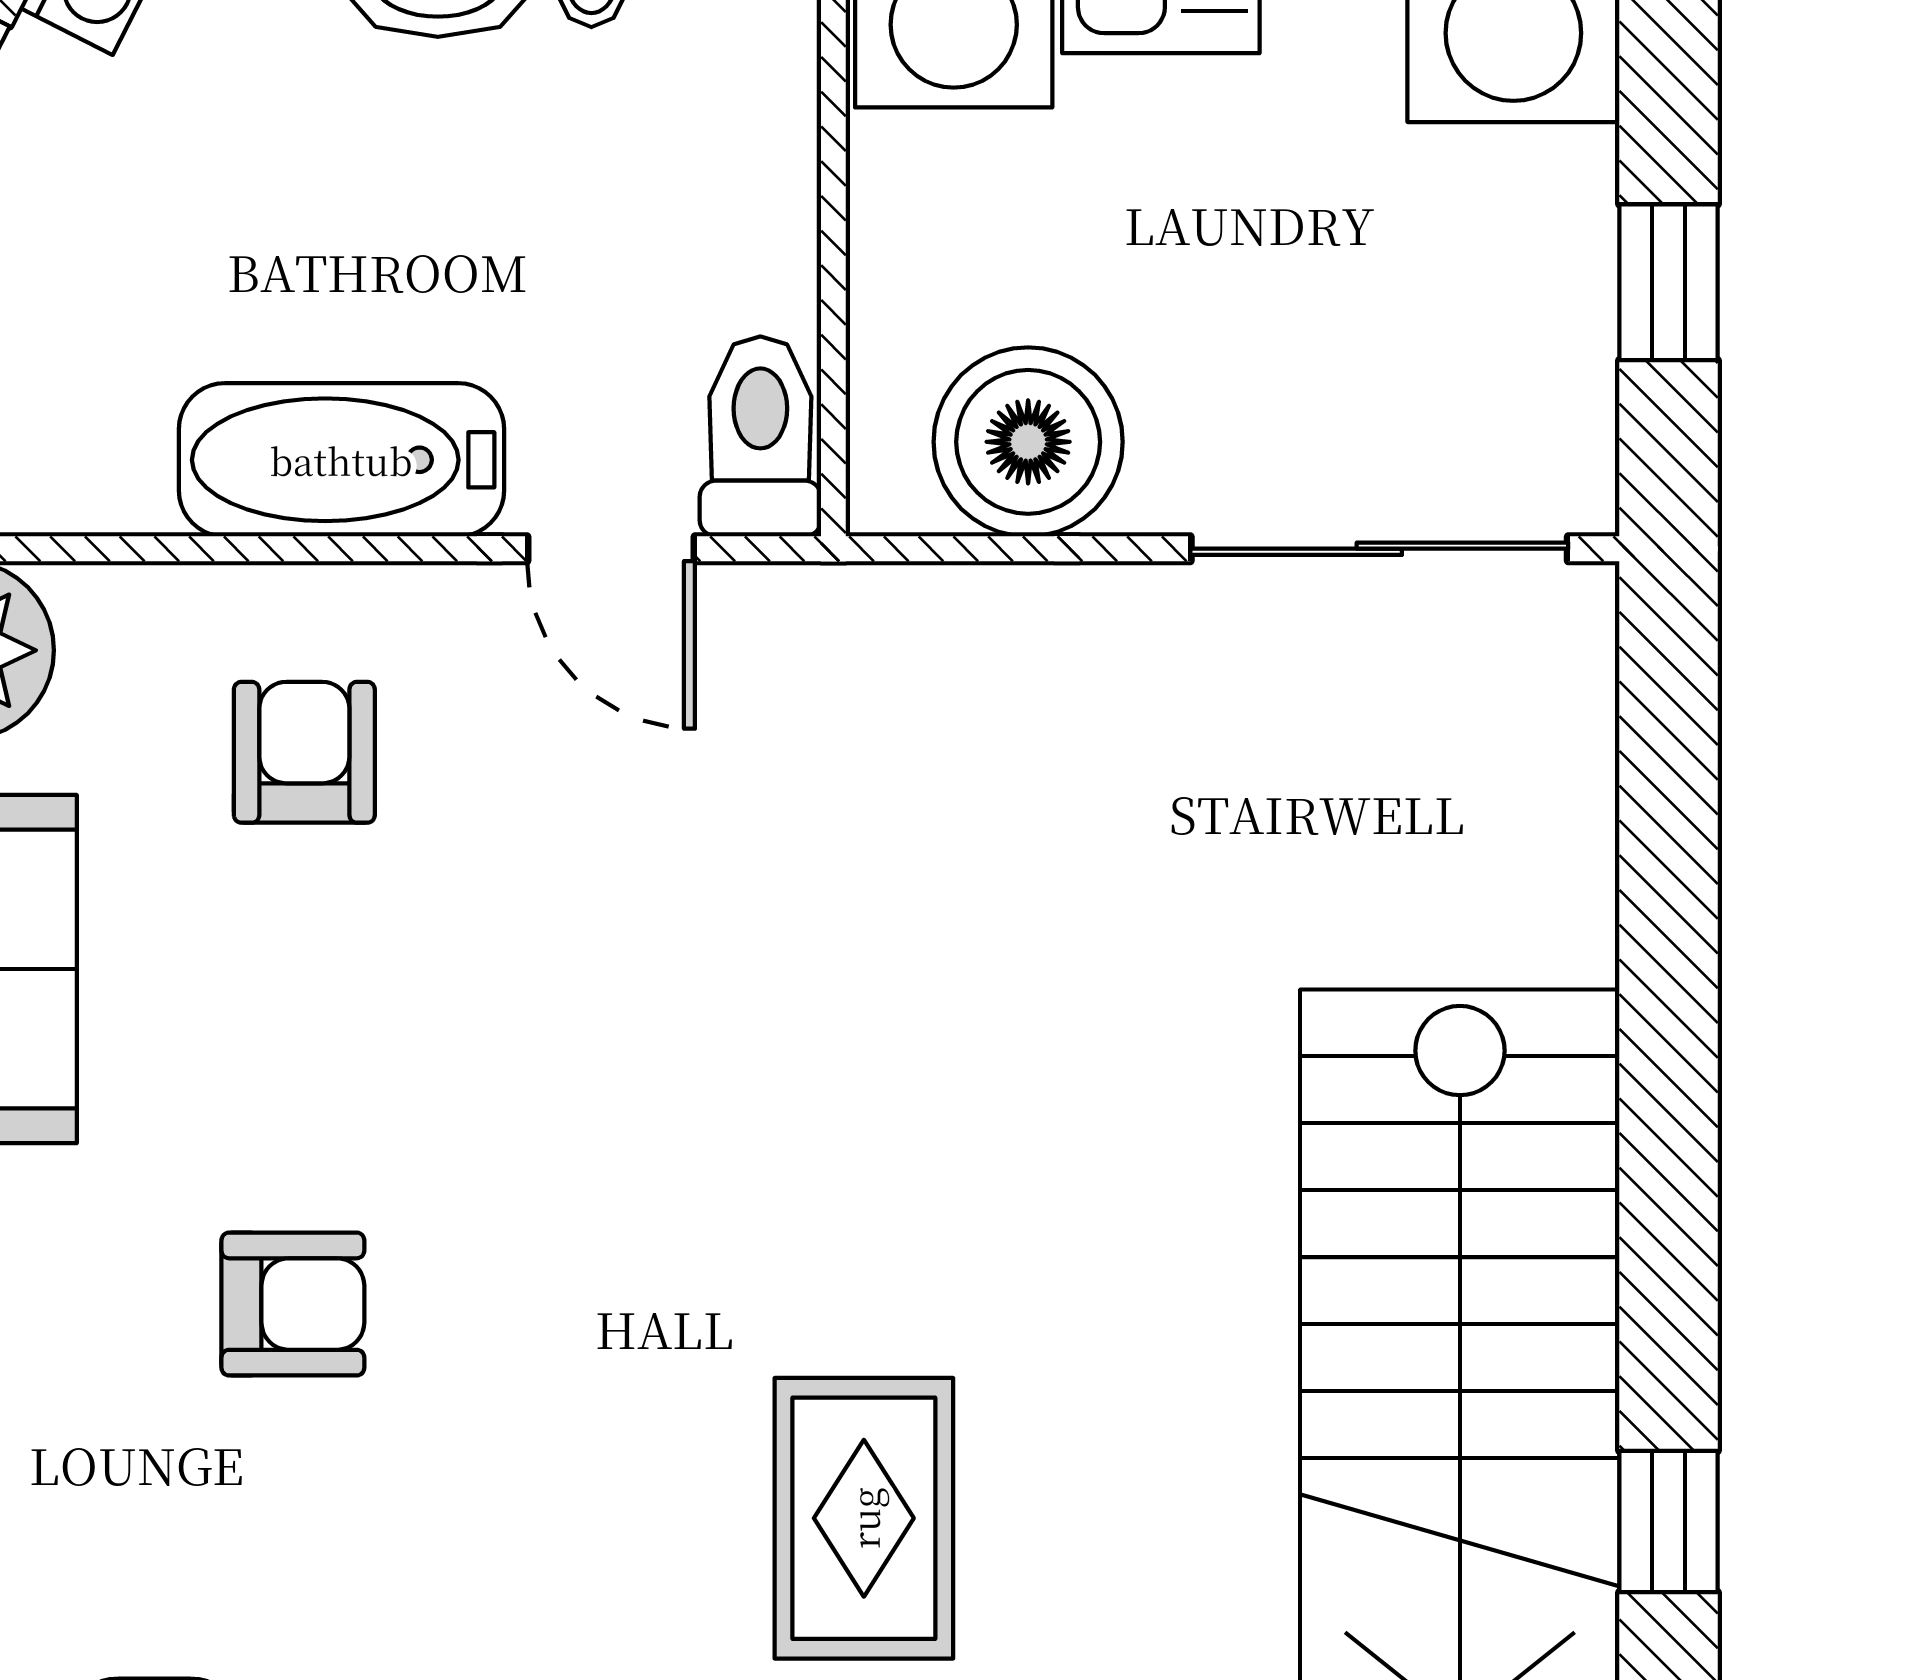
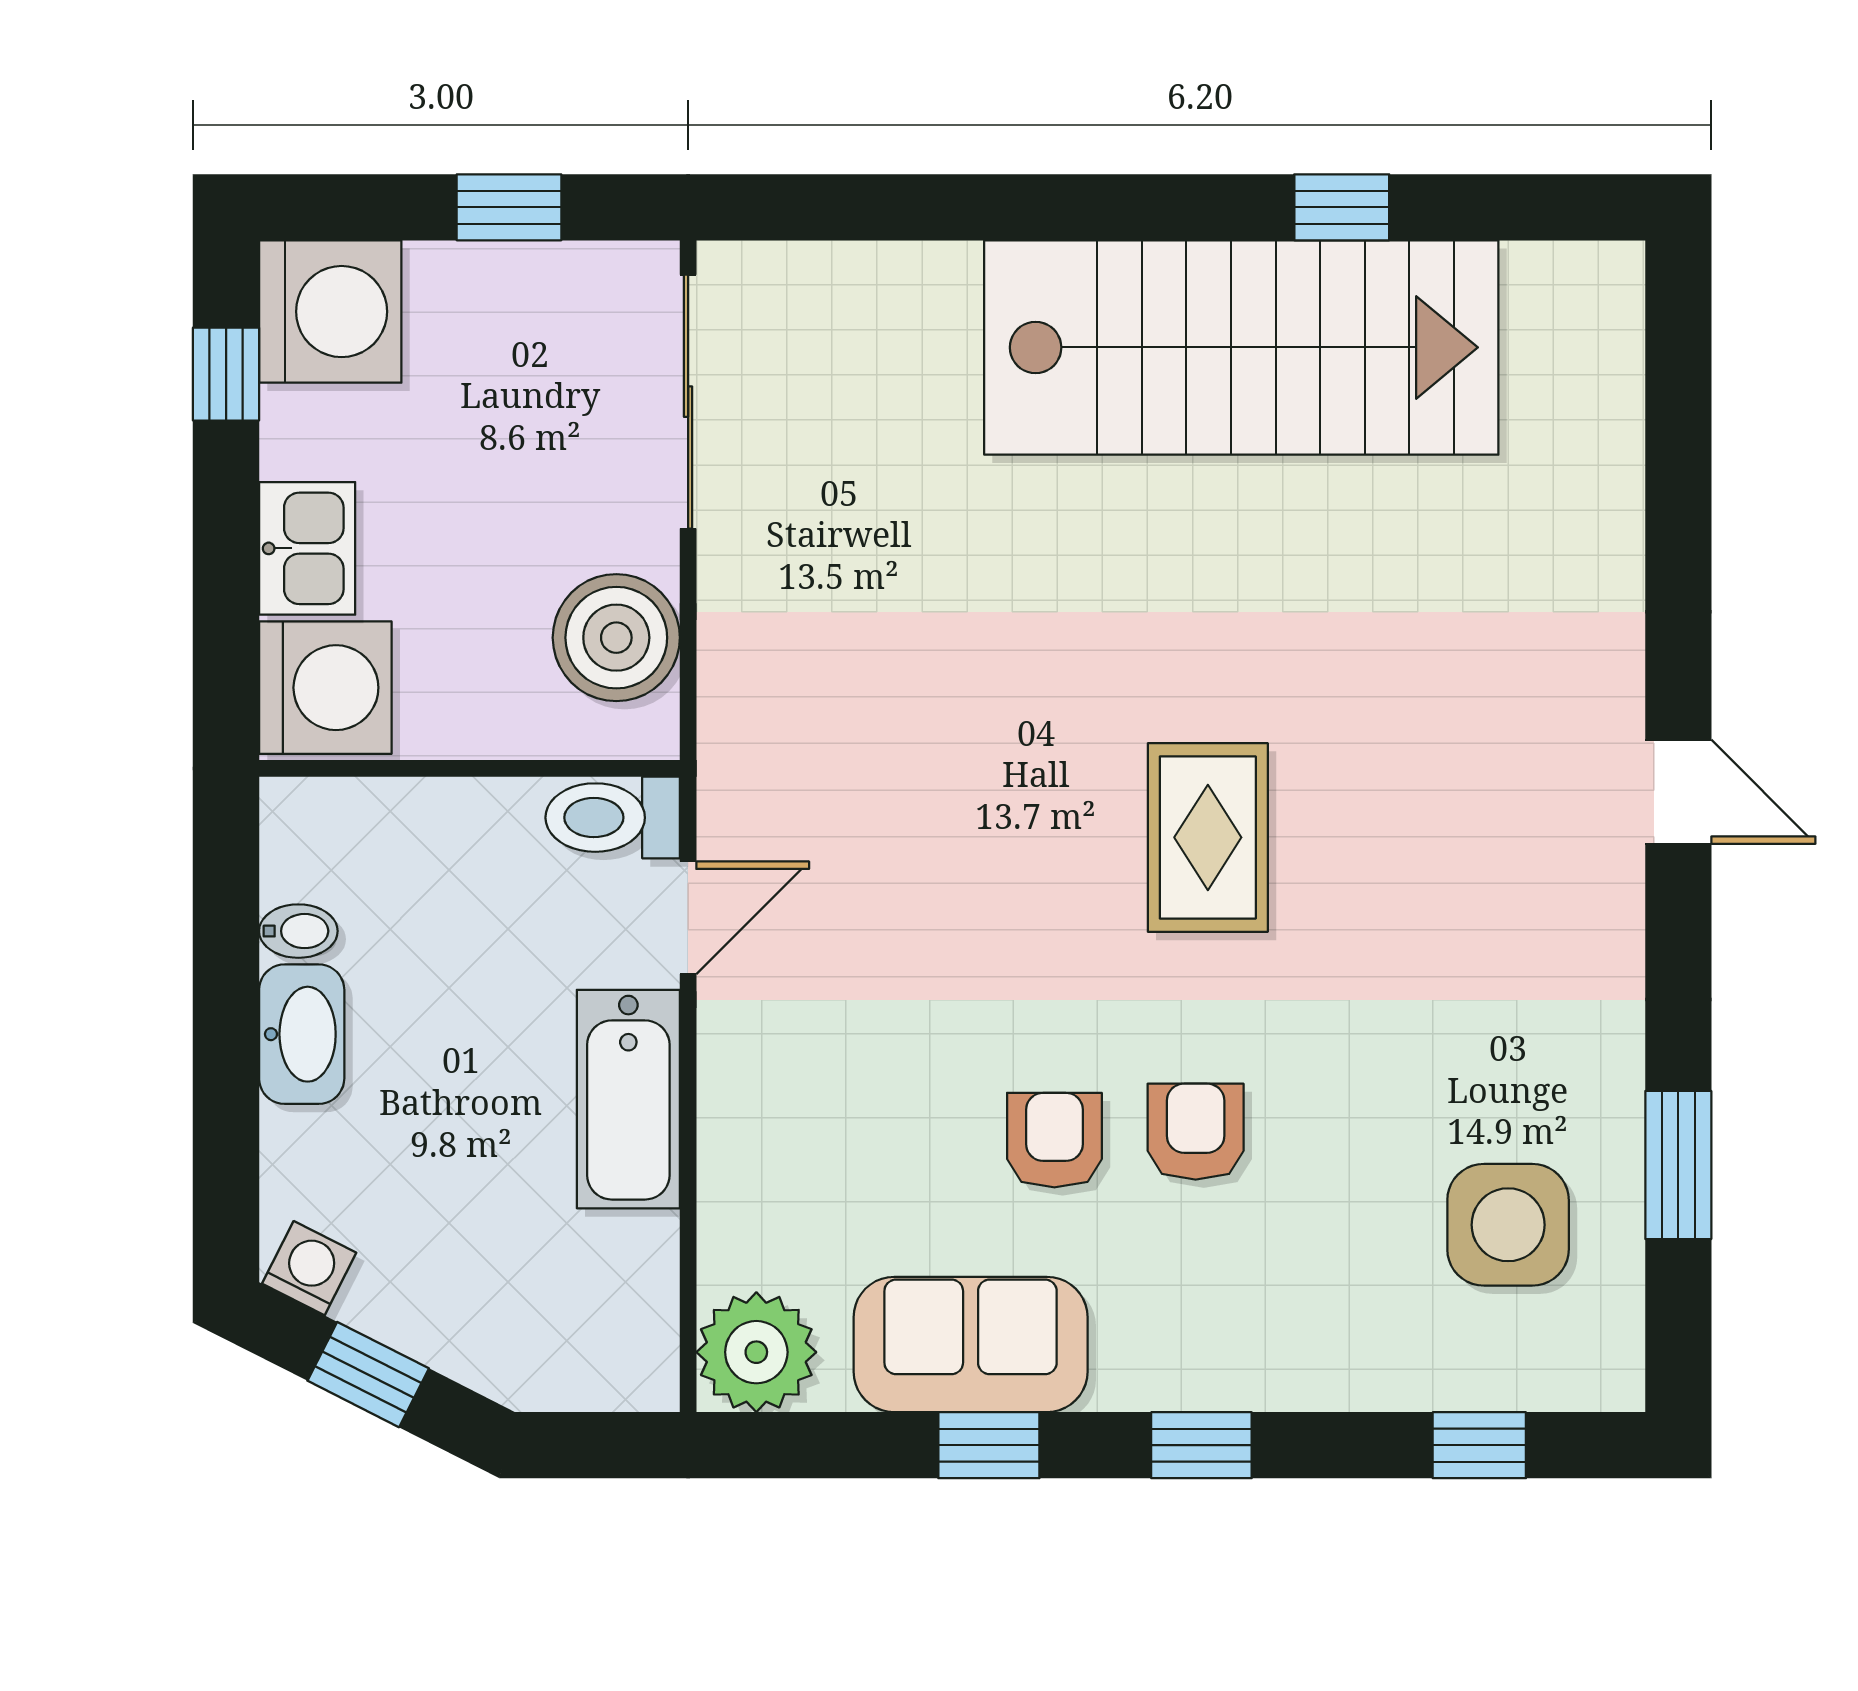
armchair: (304, 752) -> (1054, 1140), moved, turned 90
rug: (864, 1518) -> (1208, 837), moved, turned 90

